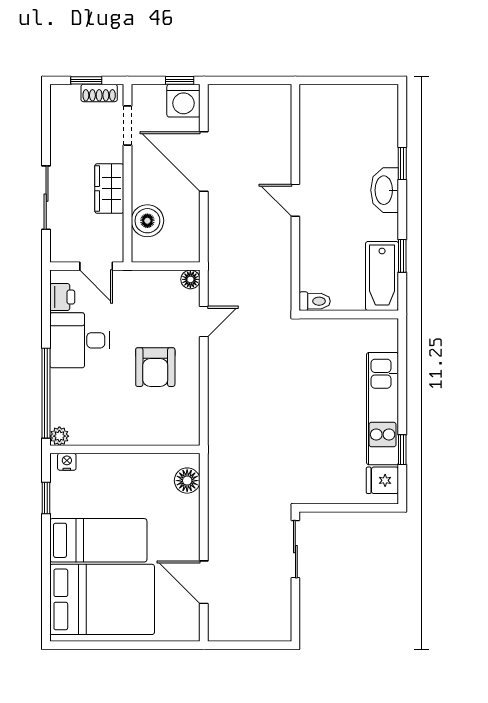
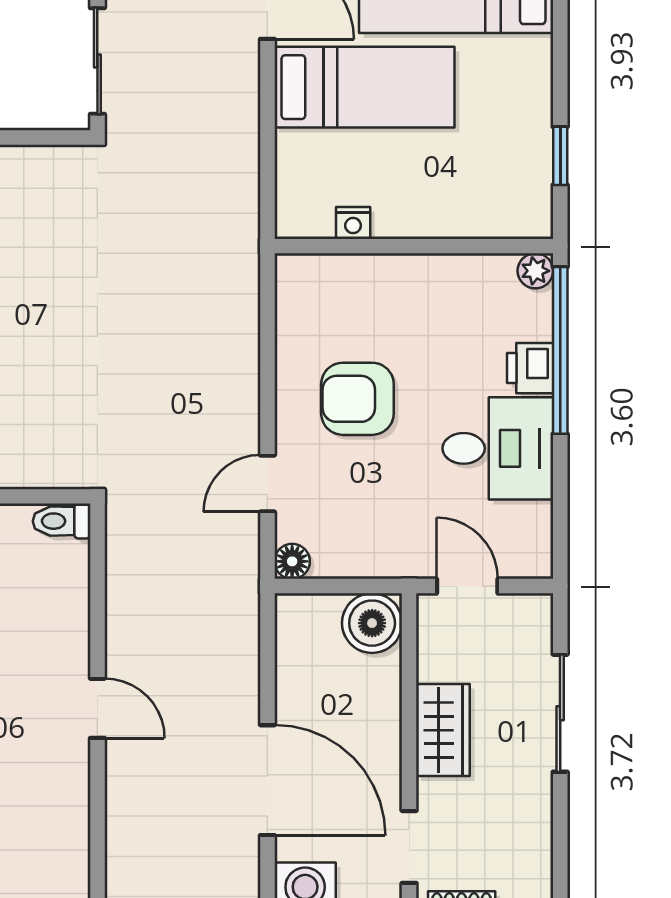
boiler: (147, 221) -> (372, 623), moved
printer: (62, 297) -> (530, 368), moved
armchair: (155, 367) -> (357, 399), turned -90
nightstand: (67, 462) -> (353, 223), moved
floor lamp: (187, 481) -> (298, 188), removed
bed: (98, 540) -> (364, 87), moved, turned 180

